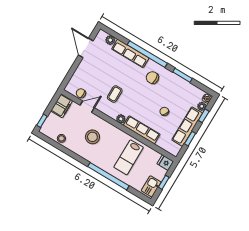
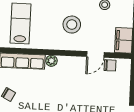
coffee table: (115, 94) -> (73, 84), removed

